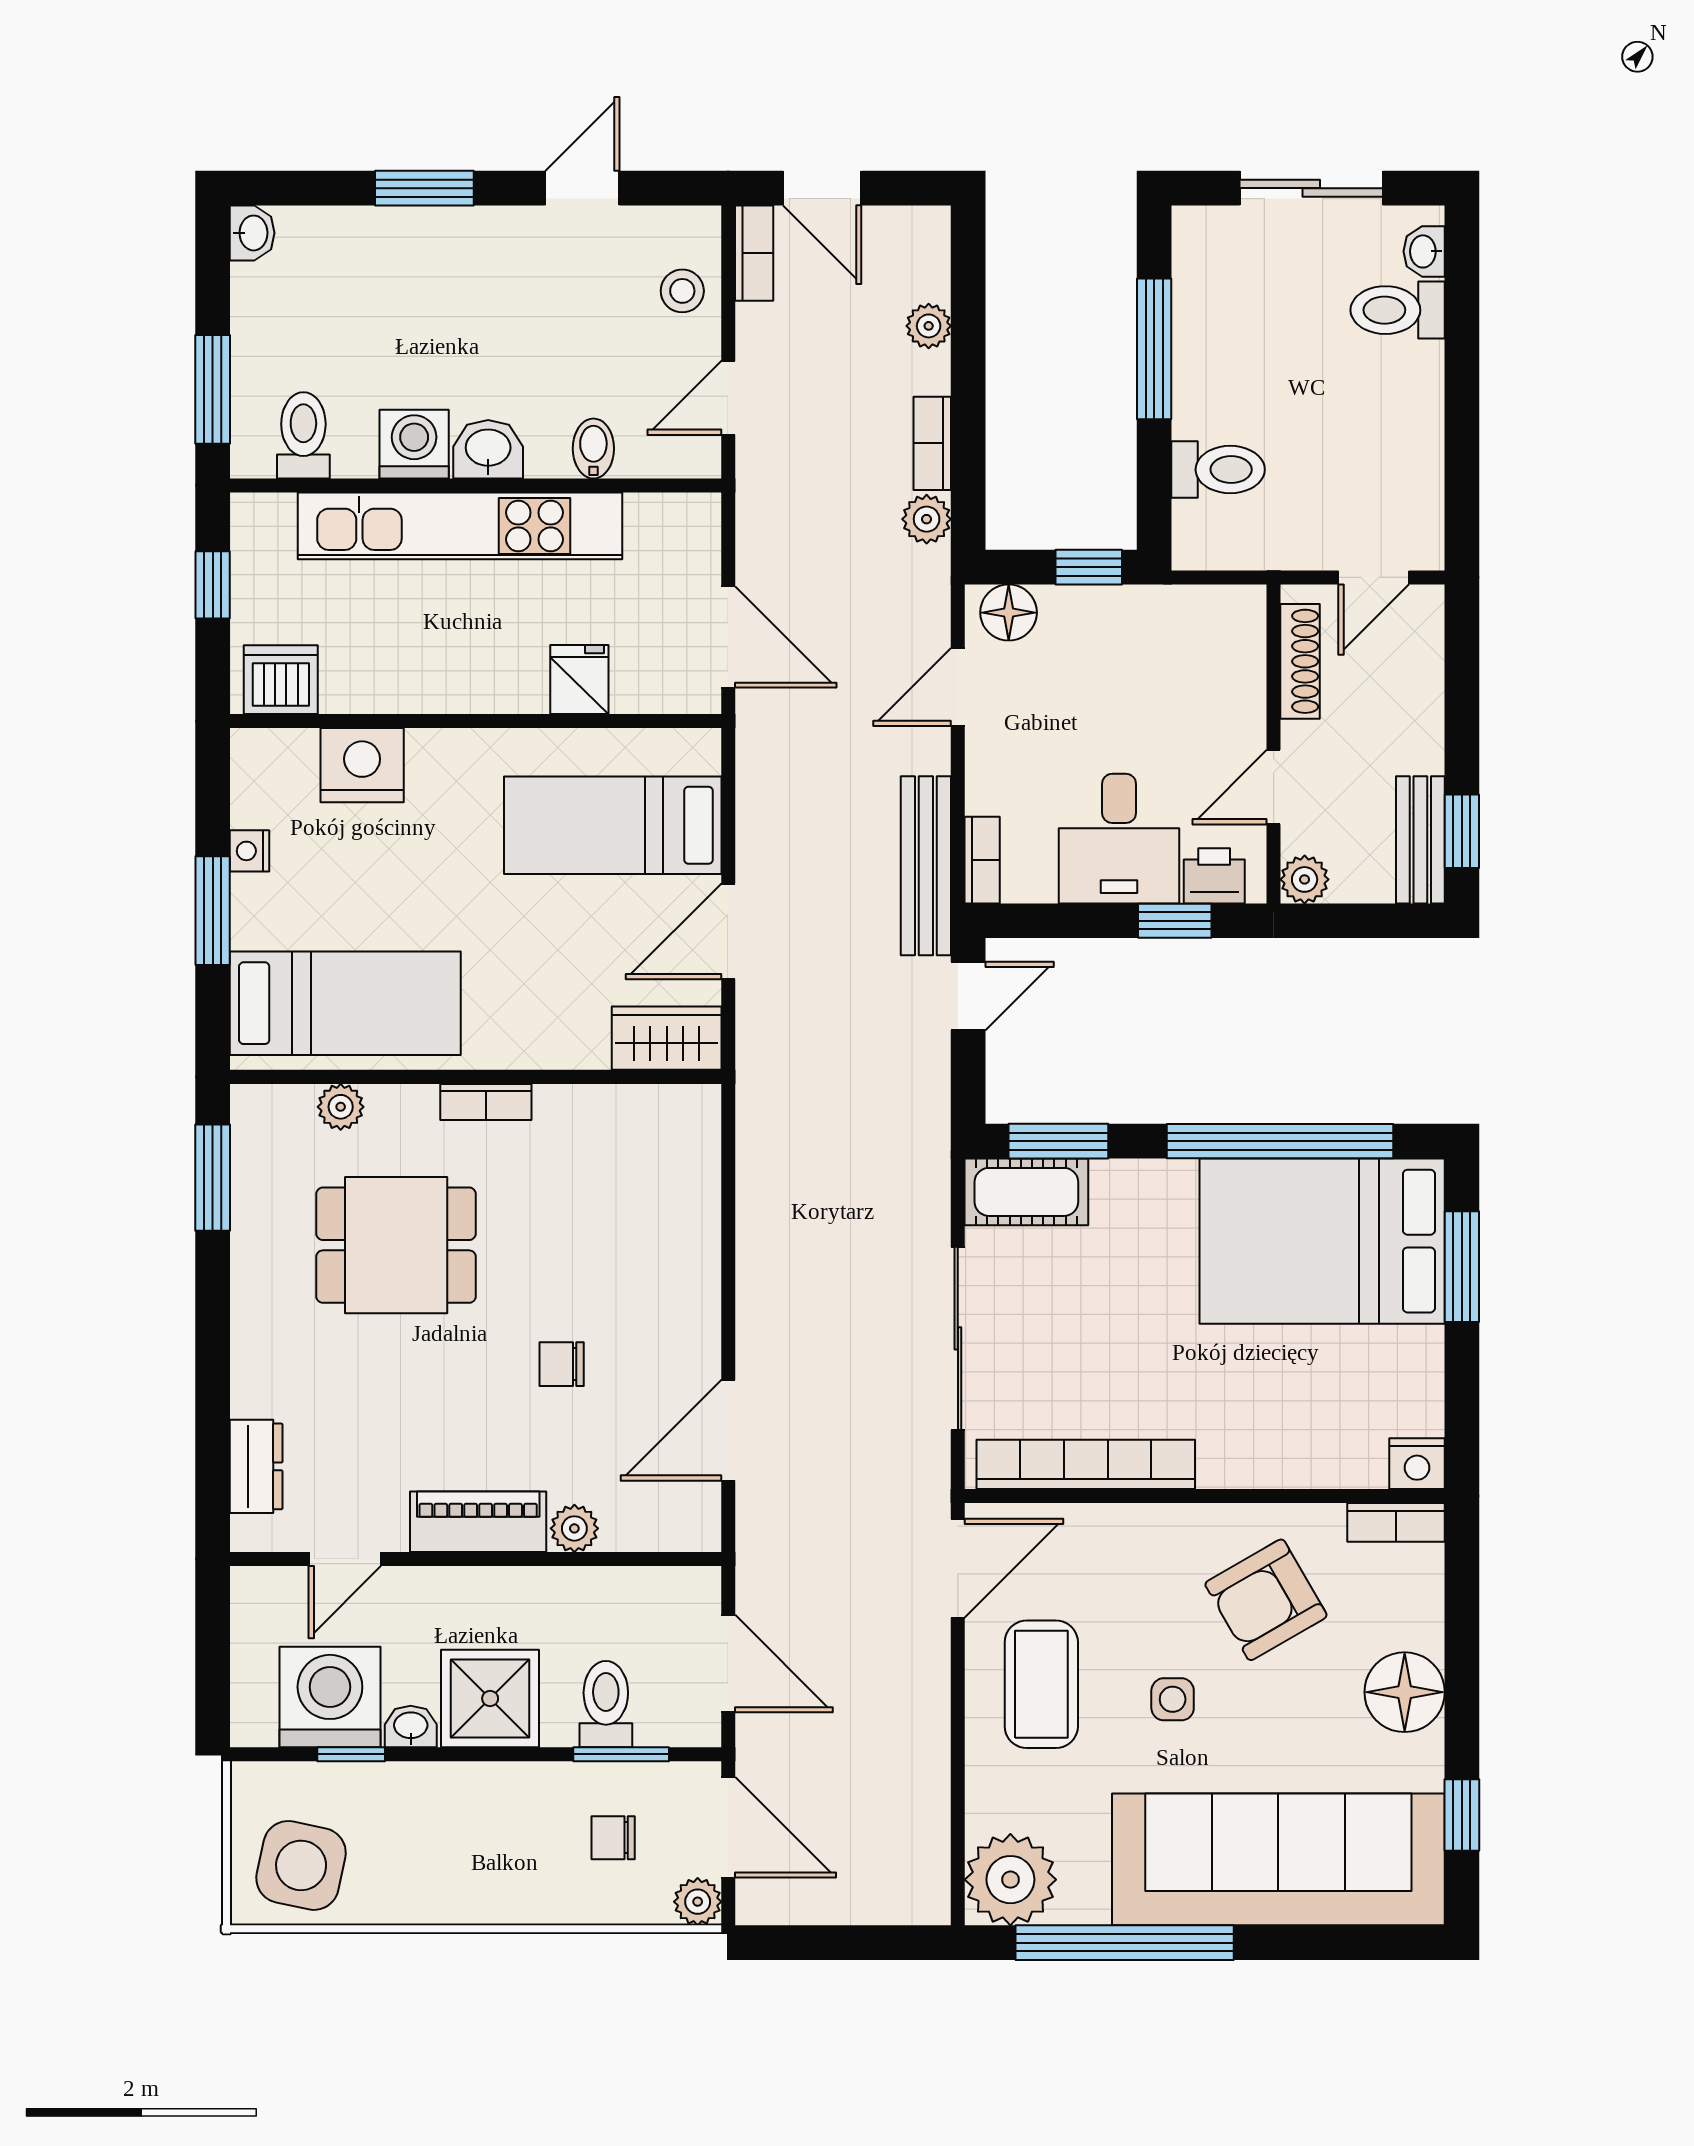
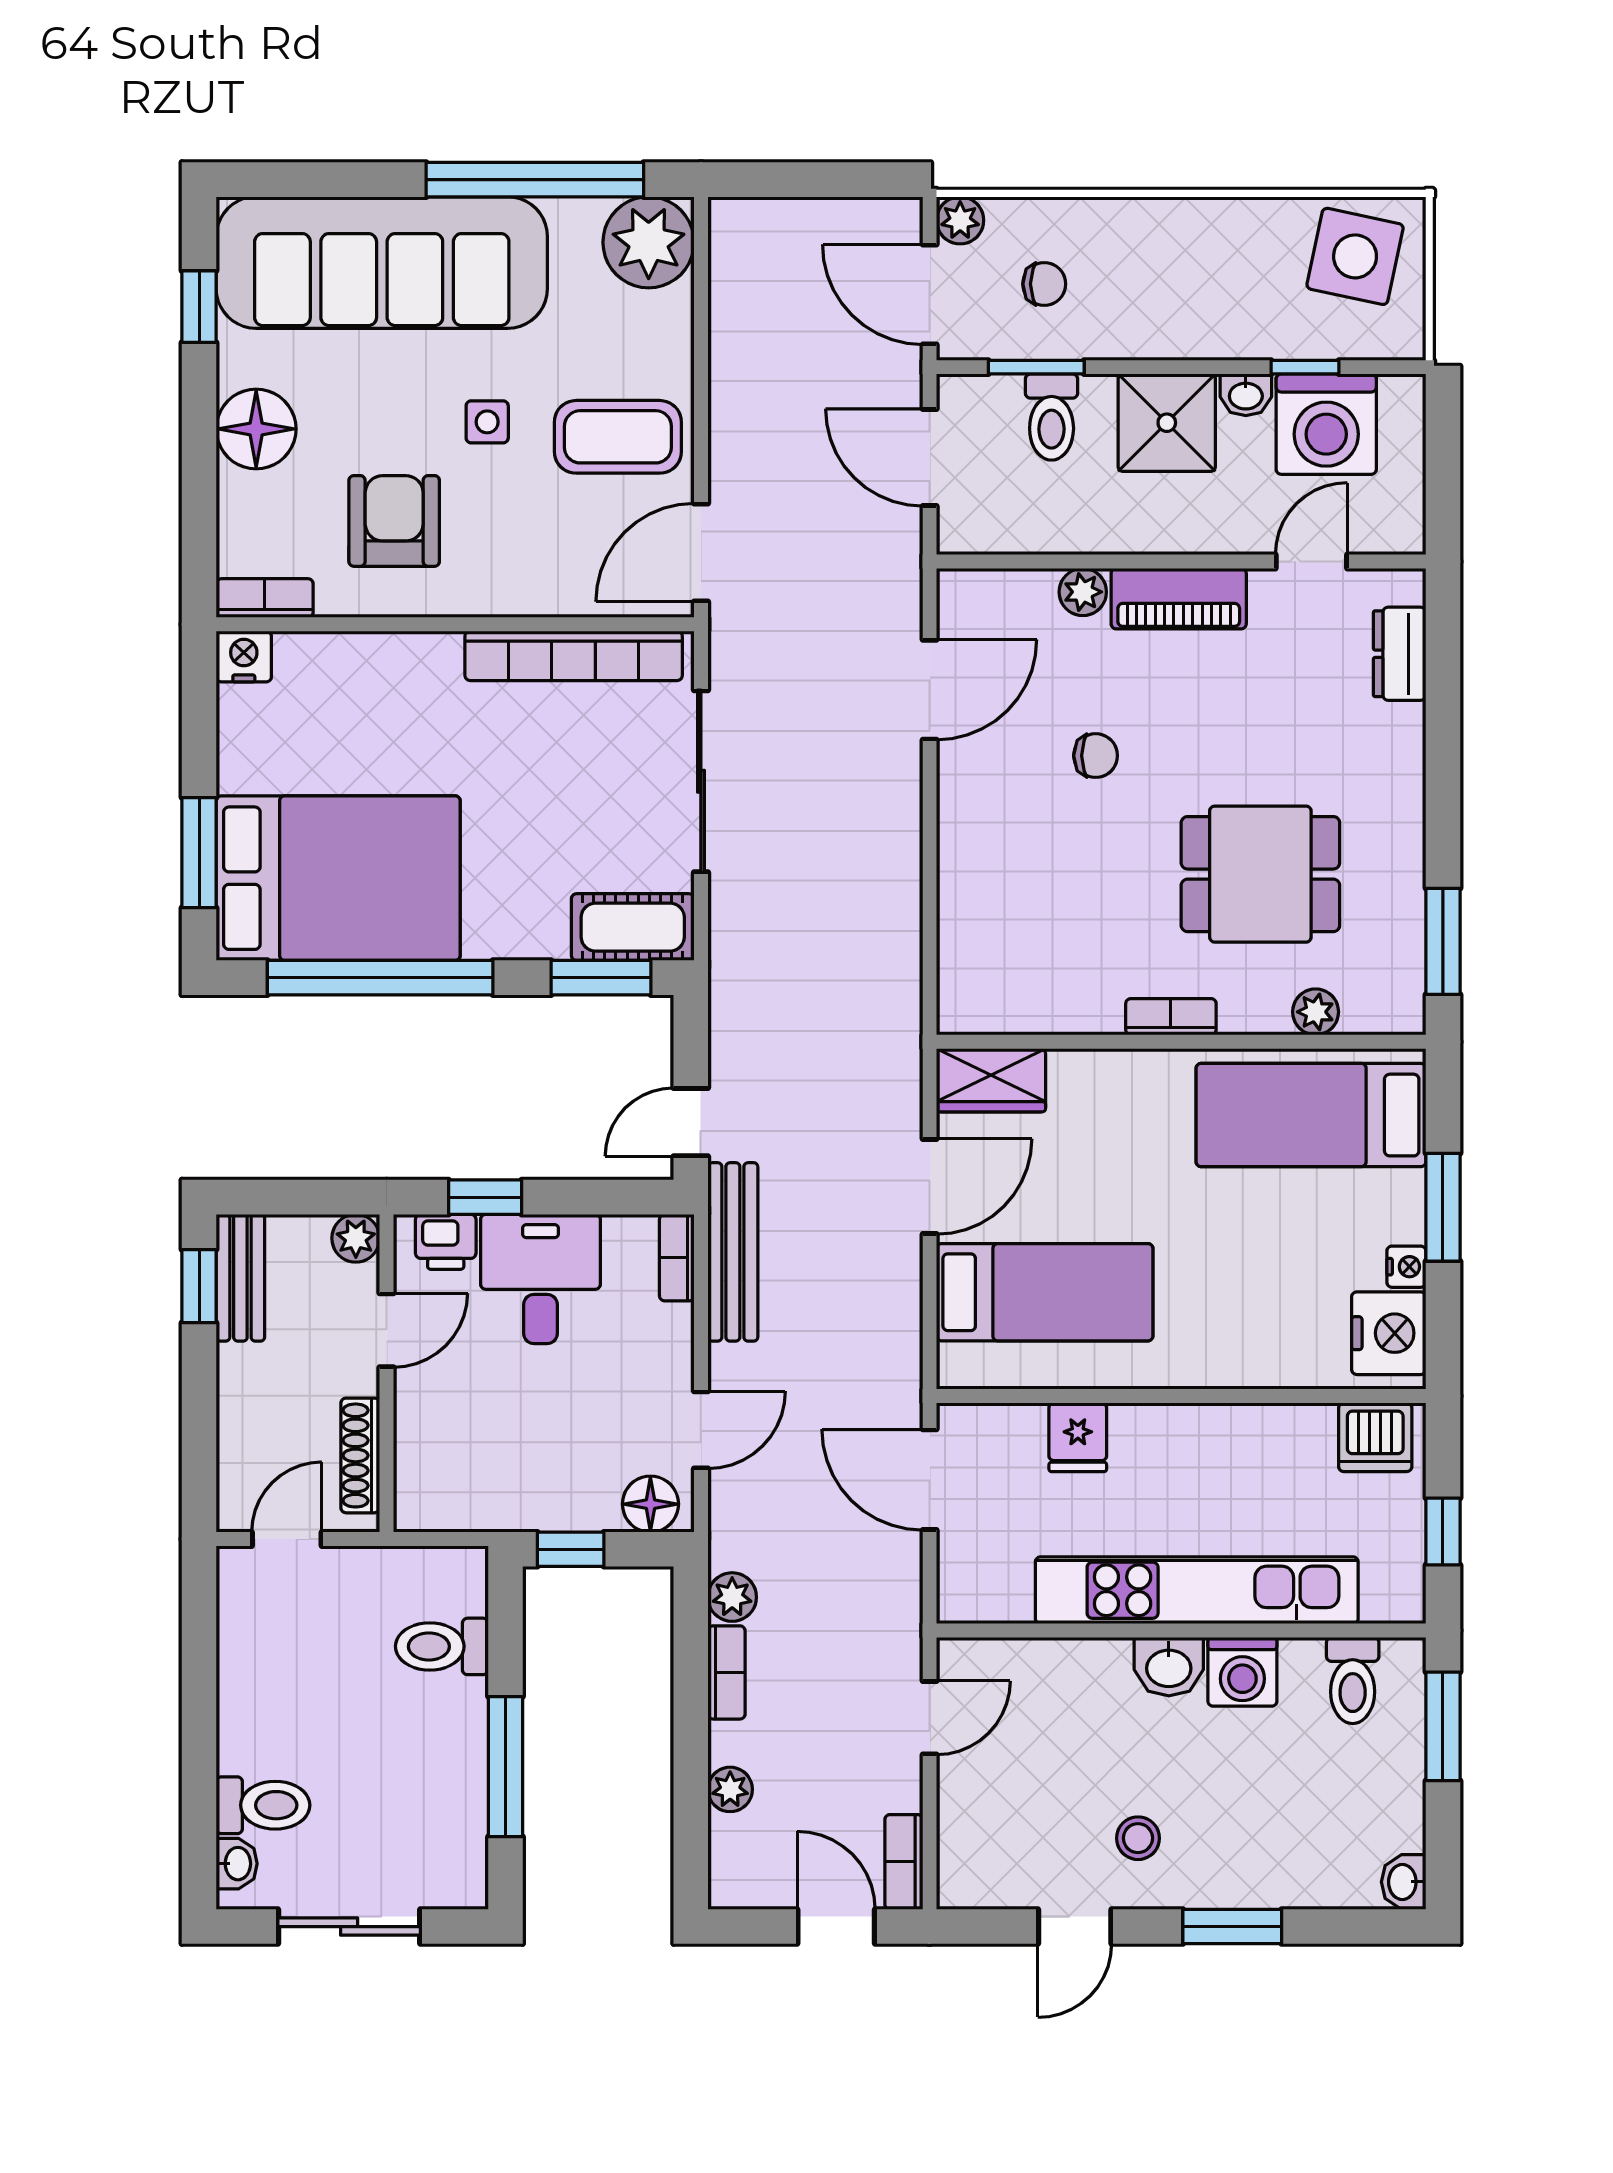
stool: (682, 291) -> (1138, 1838), moved
bidet: (593, 449) -> (1064, 1667), removed
nightstand: (362, 765) -> (1389, 1333), moved, turned -90
armchair: (1266, 1600) -> (394, 521), turned -60
coffee table: (1041, 1684) -> (618, 437), turned 90

